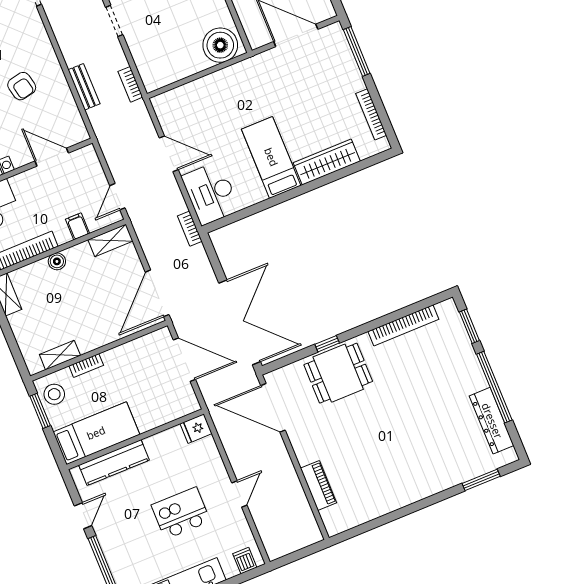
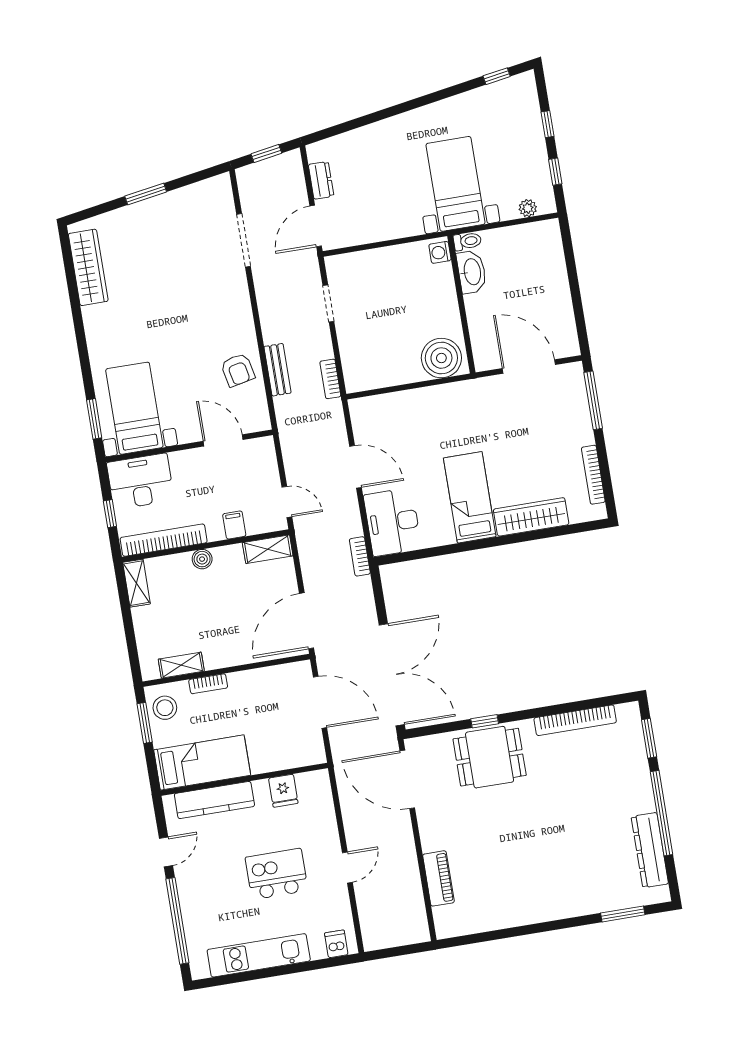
armchair: (22, 86) -> (238, 370), moved
door: (117, 197) -> (287, 502), swing flipped
fridge: (196, 429) -> (283, 791), moved, turned -90

